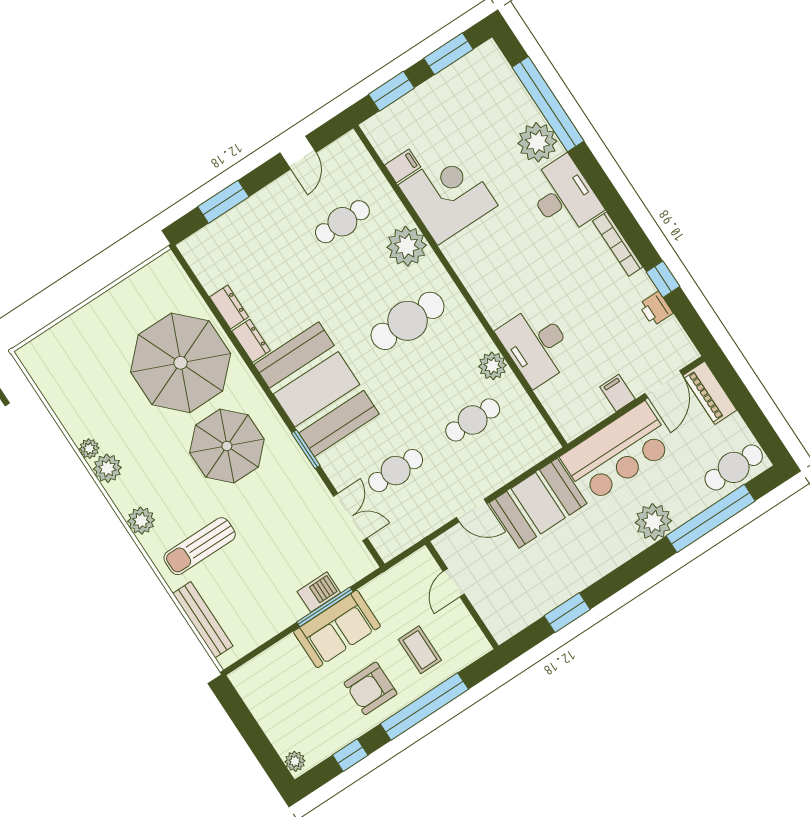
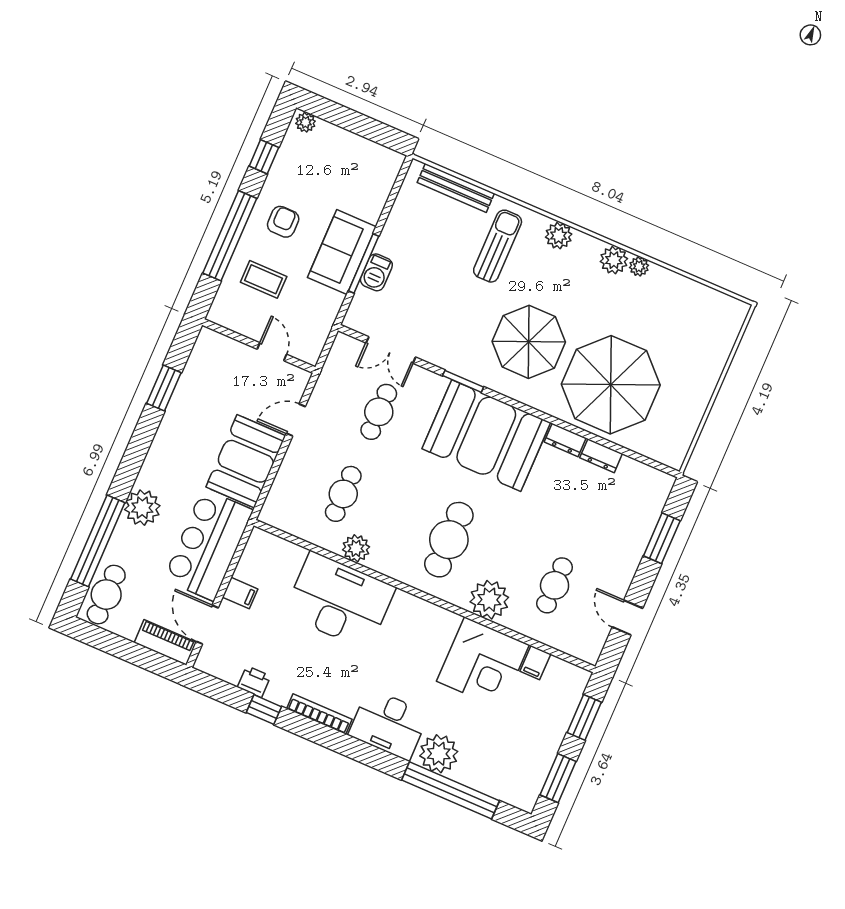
desk: (536, 345) -> (340, 601), width x1.36, depth x1.30
armchair: (371, 688) -> (283, 222), width x0.72, depth x0.72

